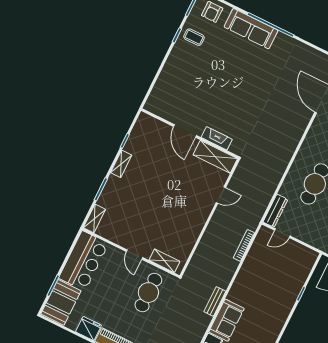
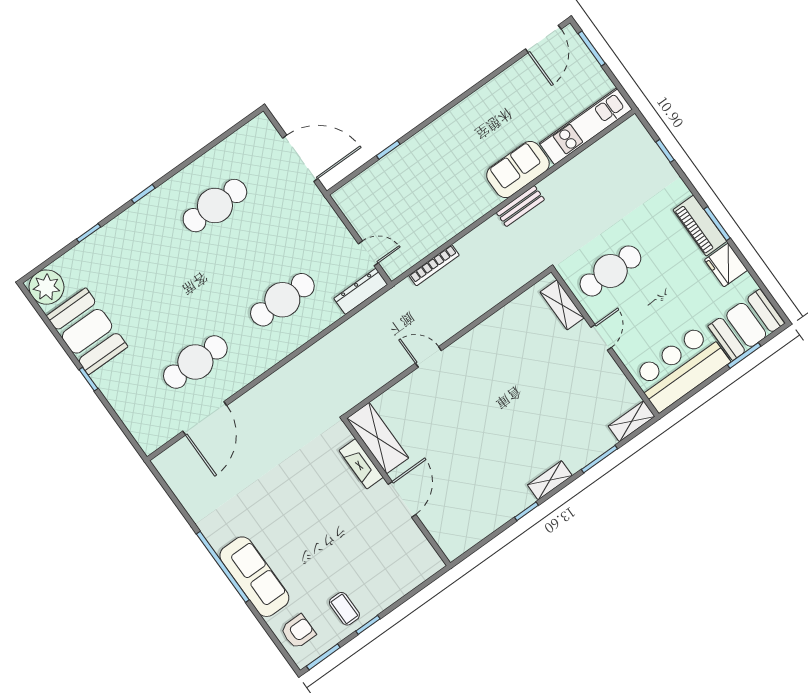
door: (185, 131) -> (402, 499), moved
wall: (190, 133) -> (397, 492), moved
fireplace: (217, 138) -> (361, 464), moved
shelving: (215, 157) -> (378, 438), moved

